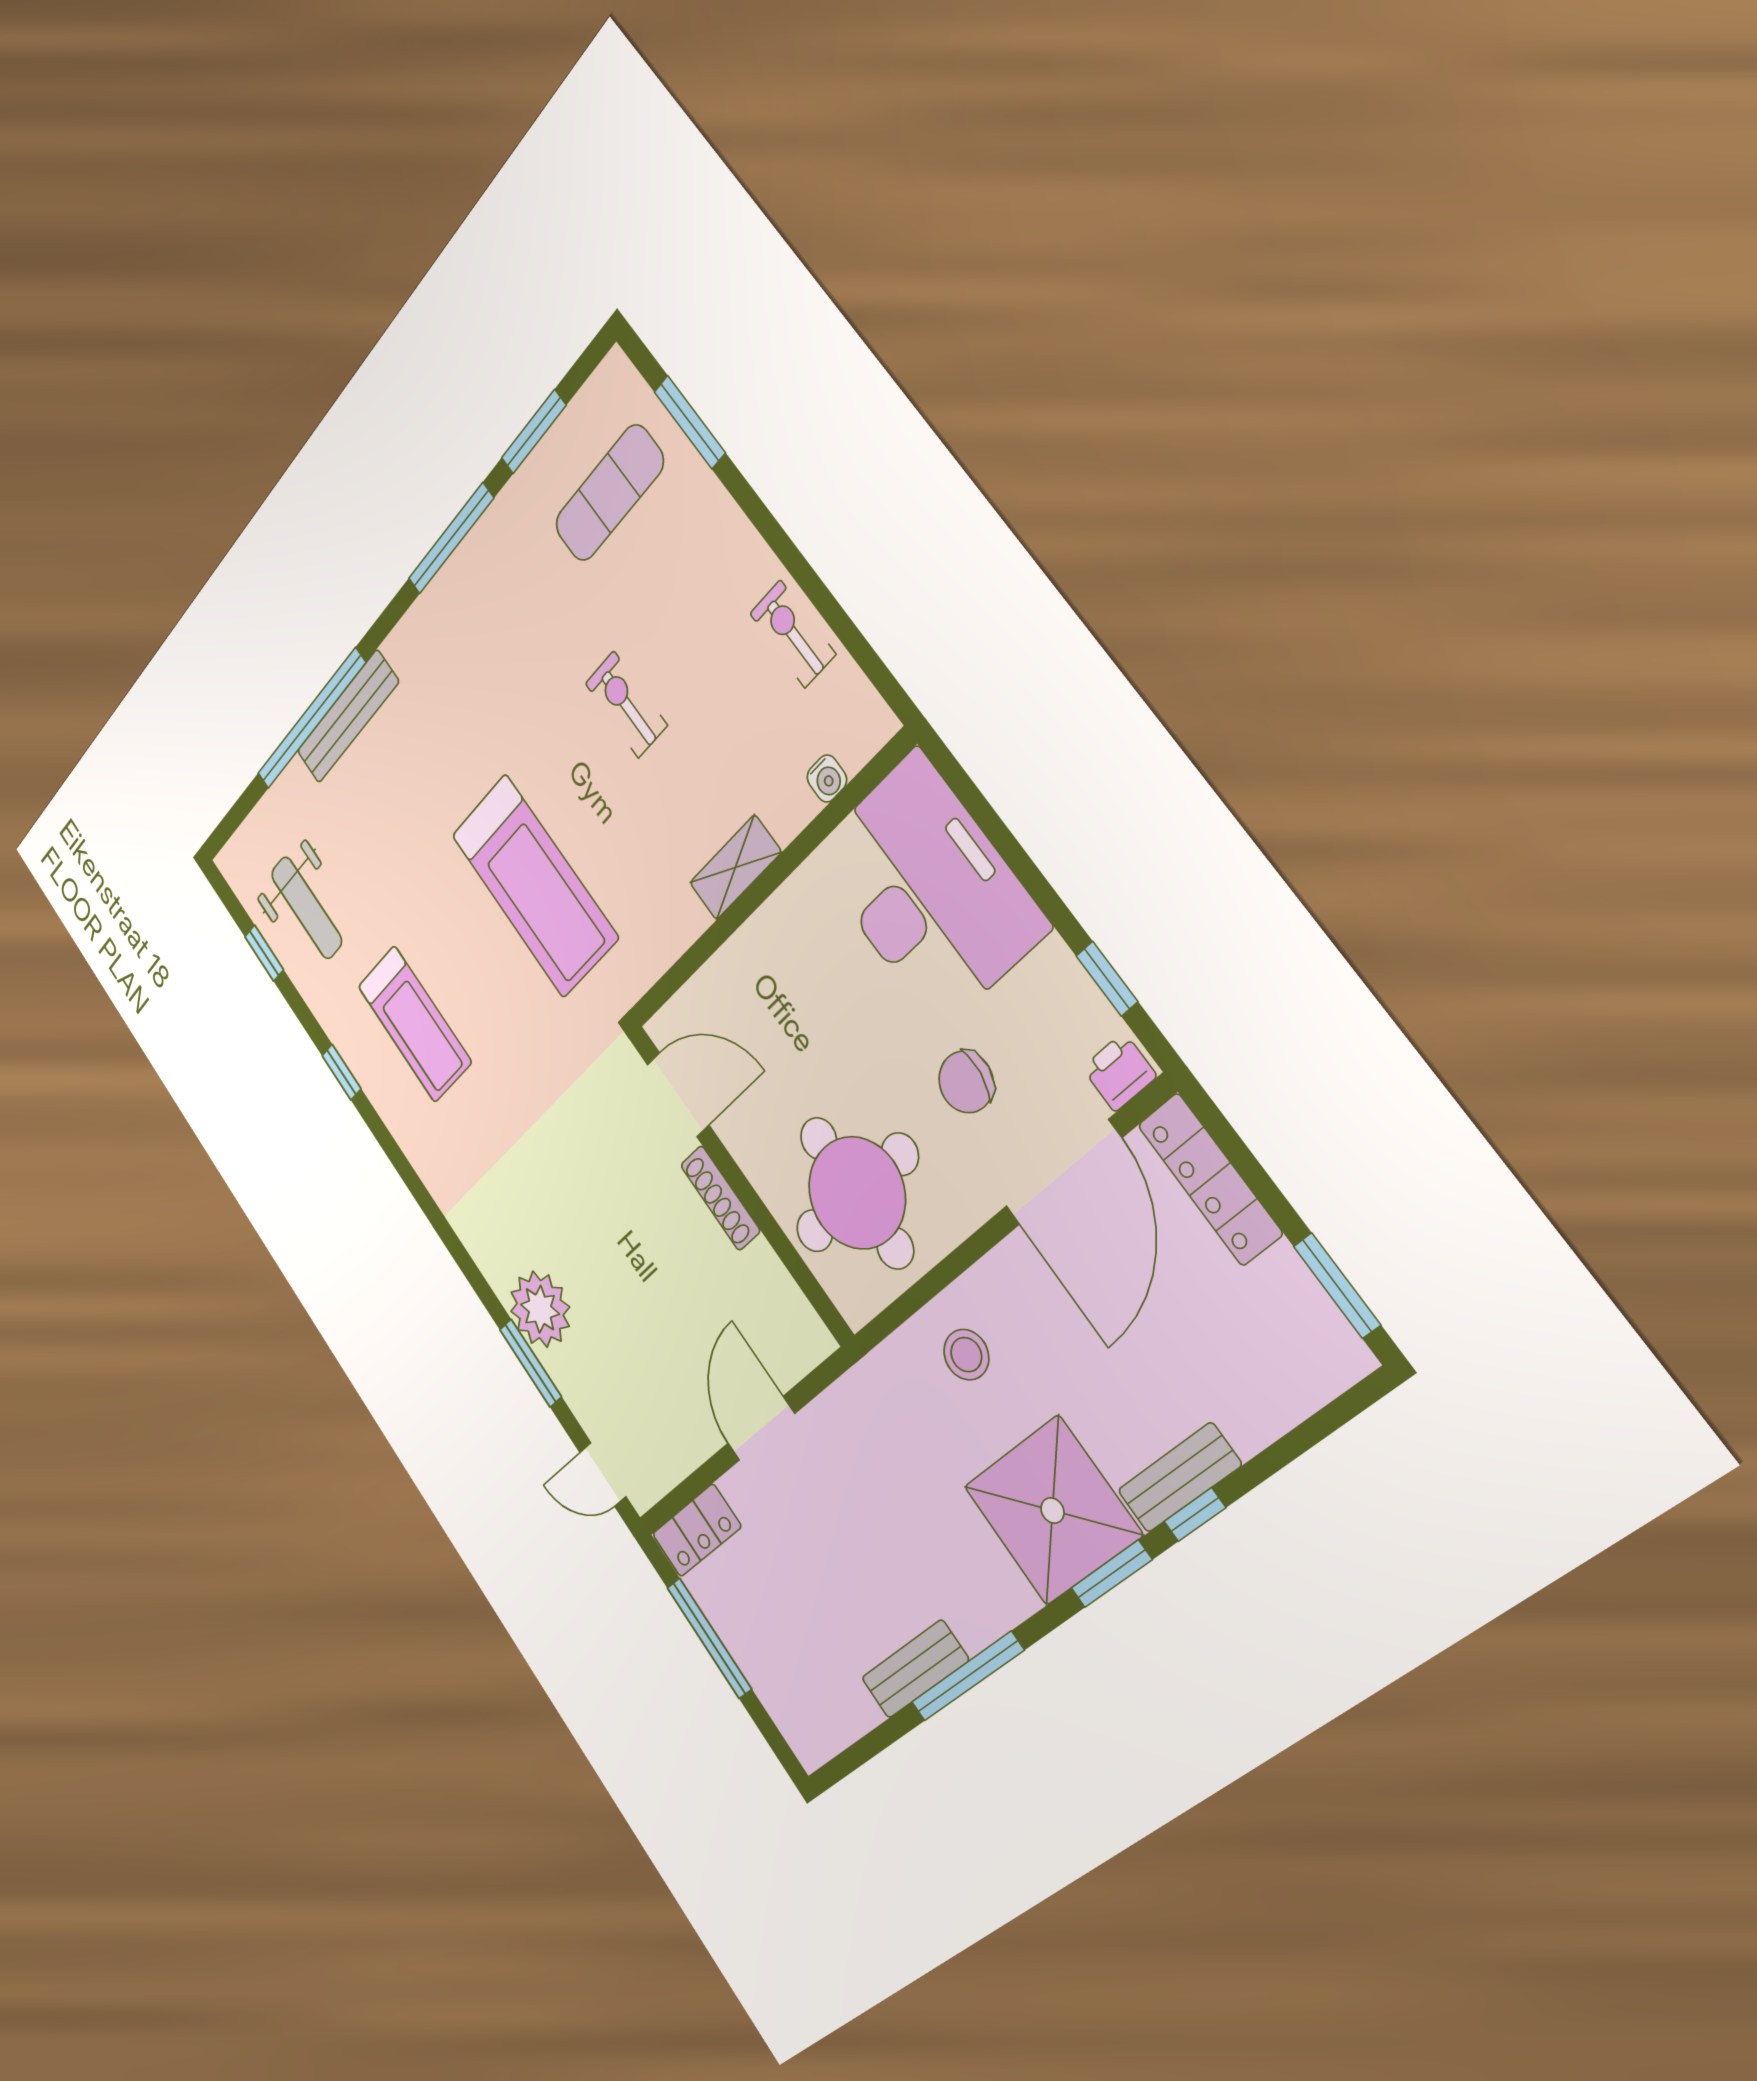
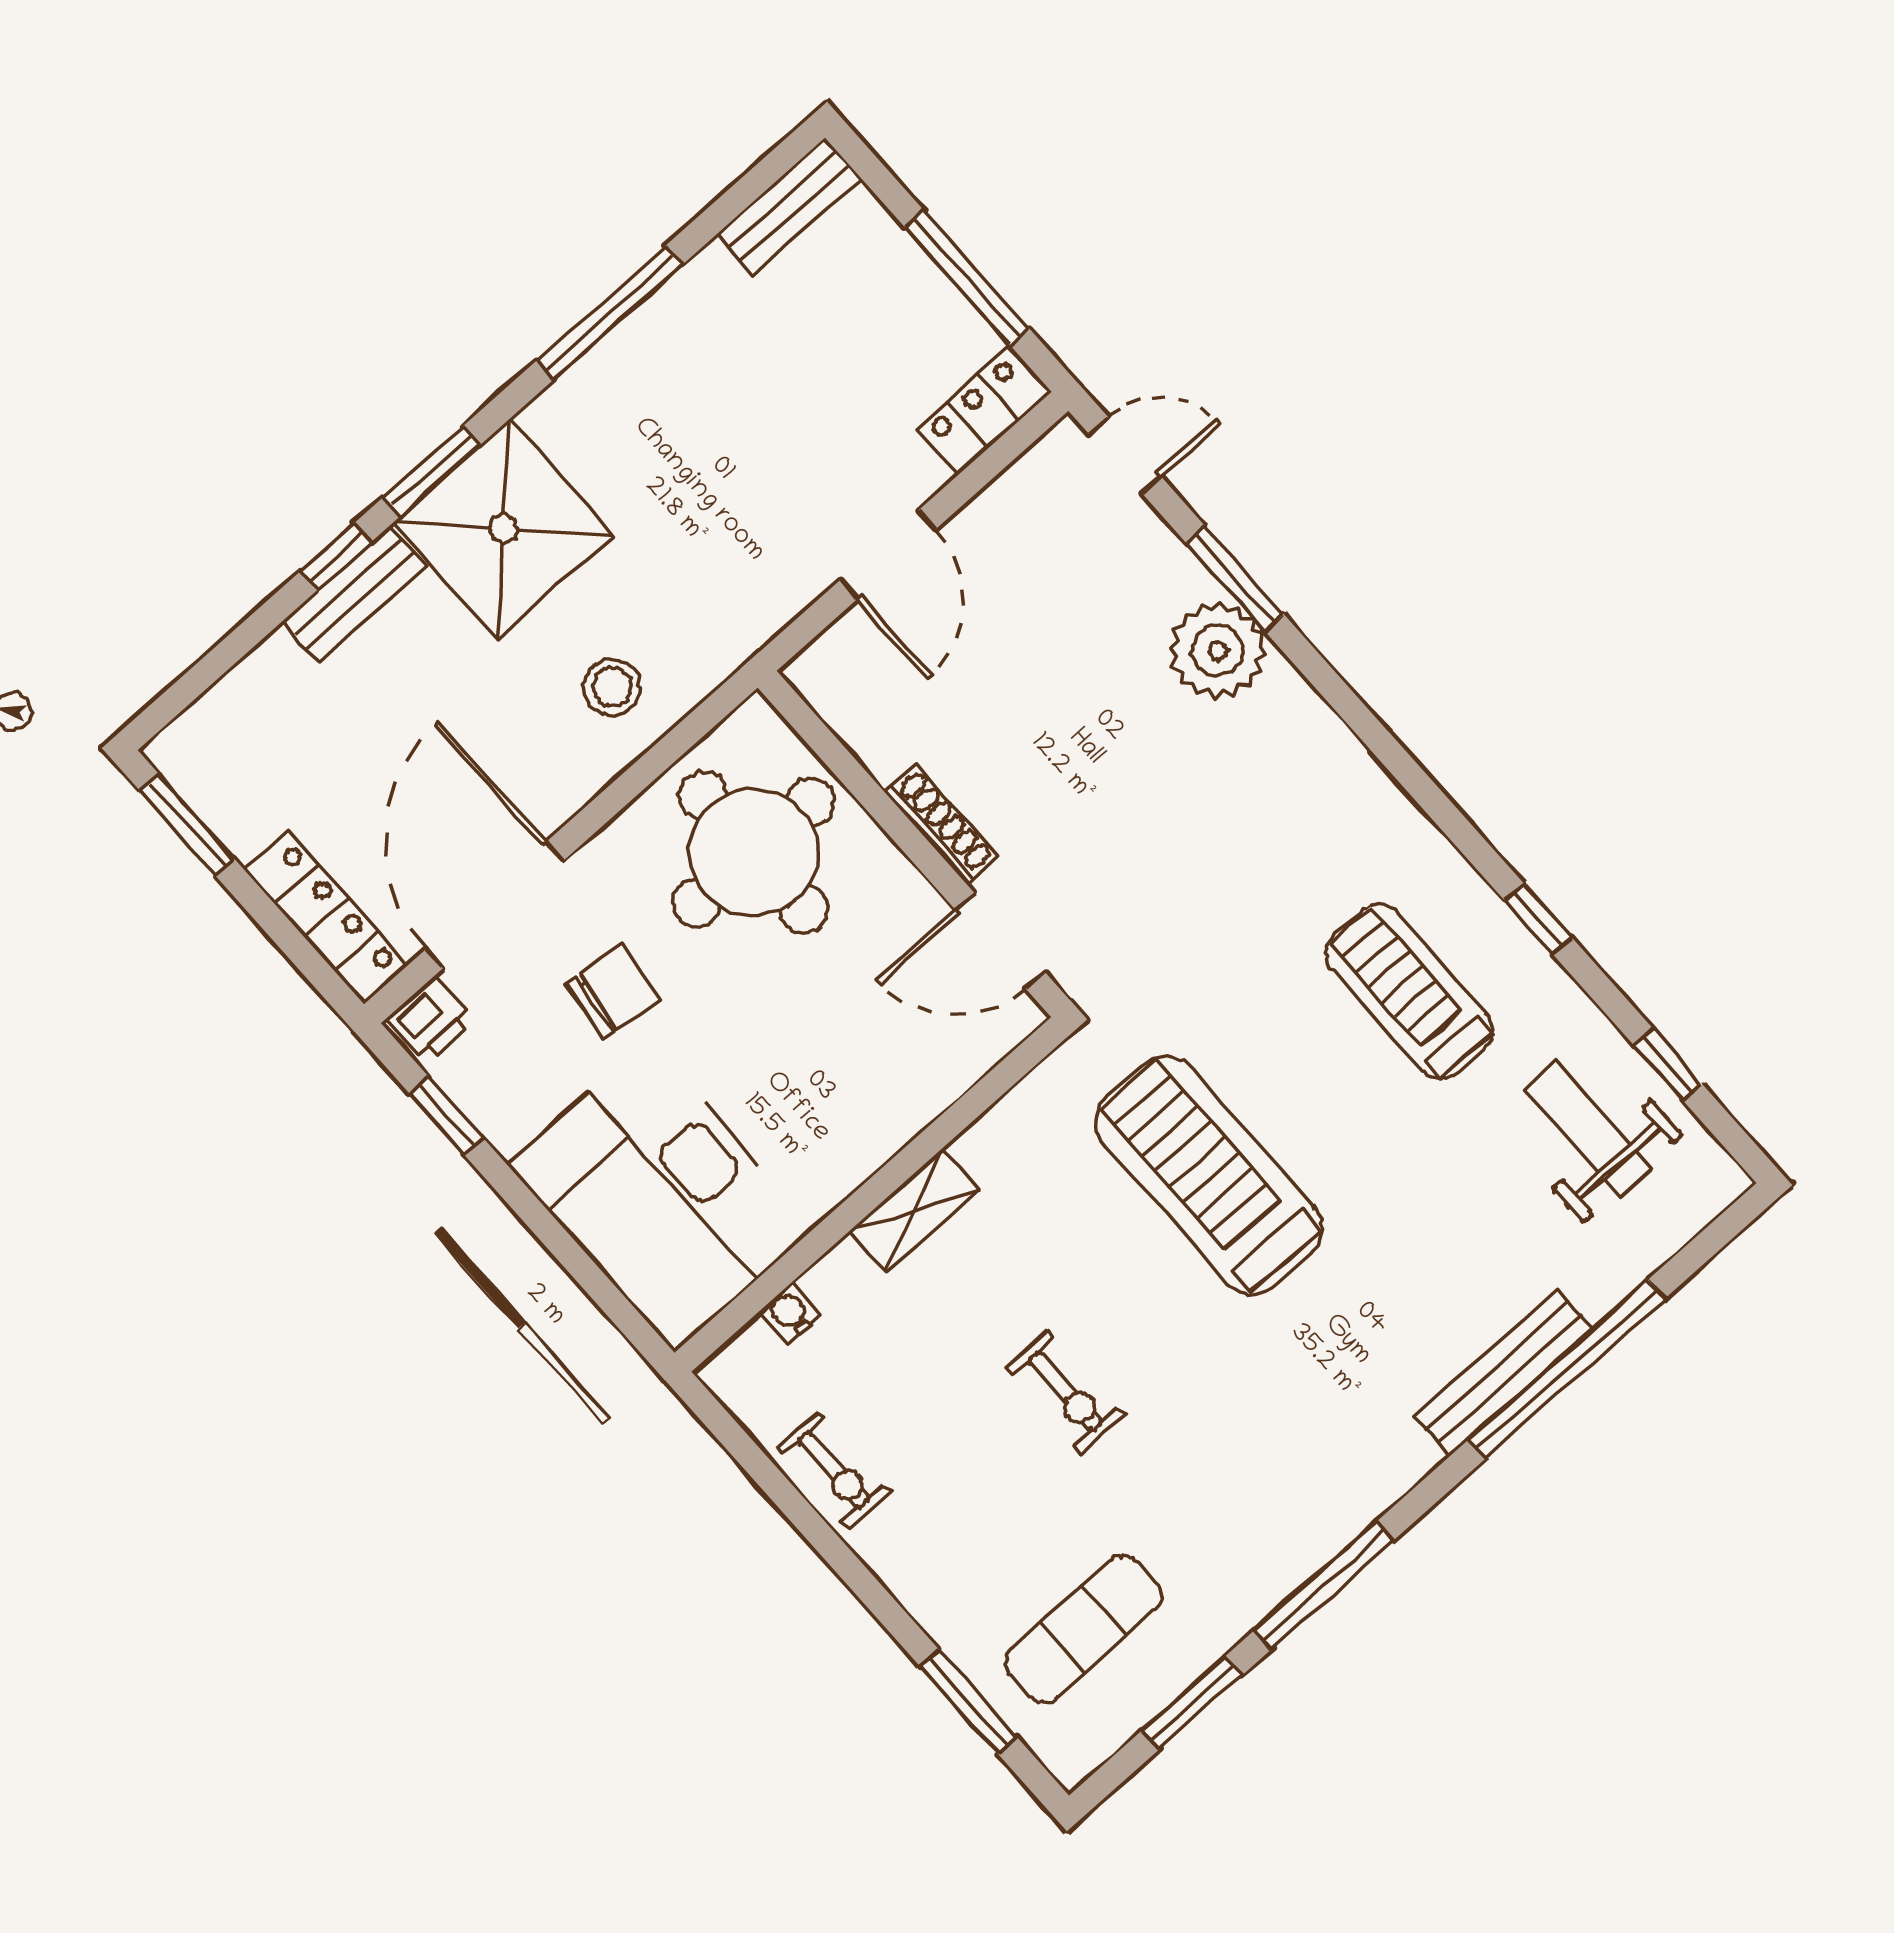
bench: (915, 1669) -> (789, 206), moved

